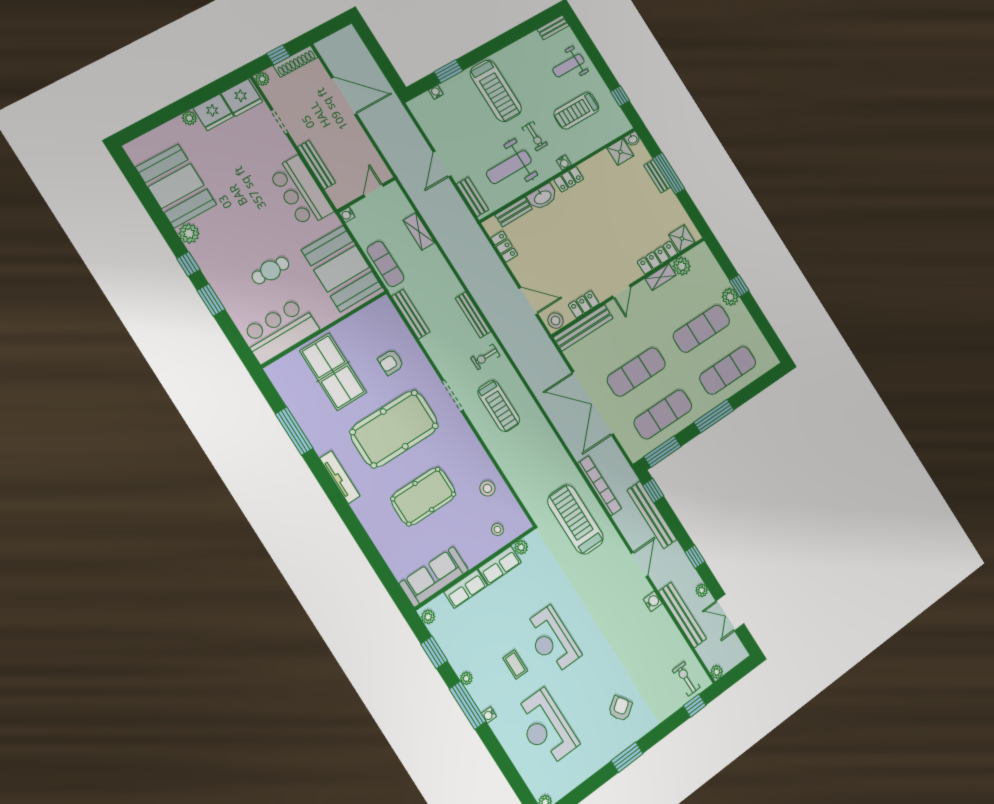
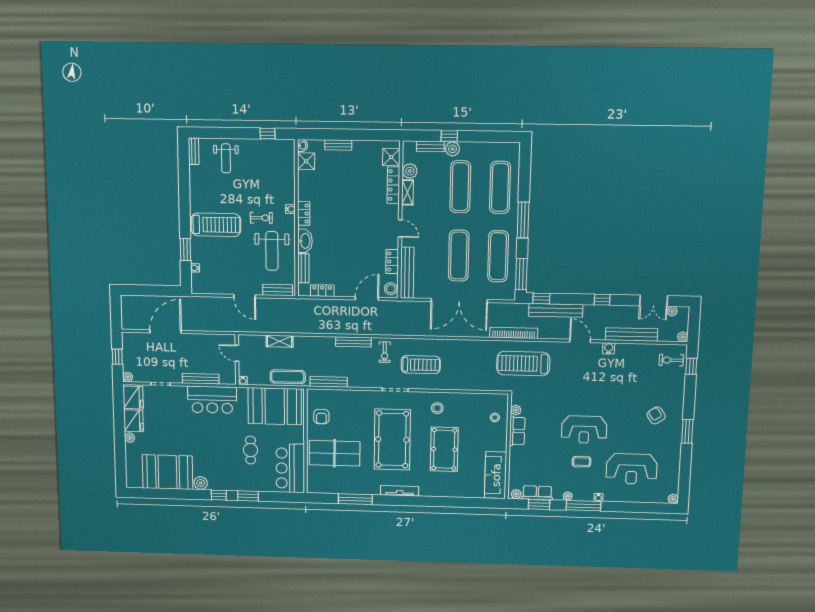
shoe rack: (296, 61) -> (127, 348), removed
treadmill: (576, 111) -> (260, 175), removed
window: (669, 174) -> (341, 135), removed
bench: (718, 273) -> (430, 146), added
armchair: (391, 362) -> (321, 417), moved
stool: (487, 488) -> (437, 408), moved
row of seats: (466, 589) -> (537, 493), moved, turned -90
plant: (702, 590) -> (672, 311), moved

